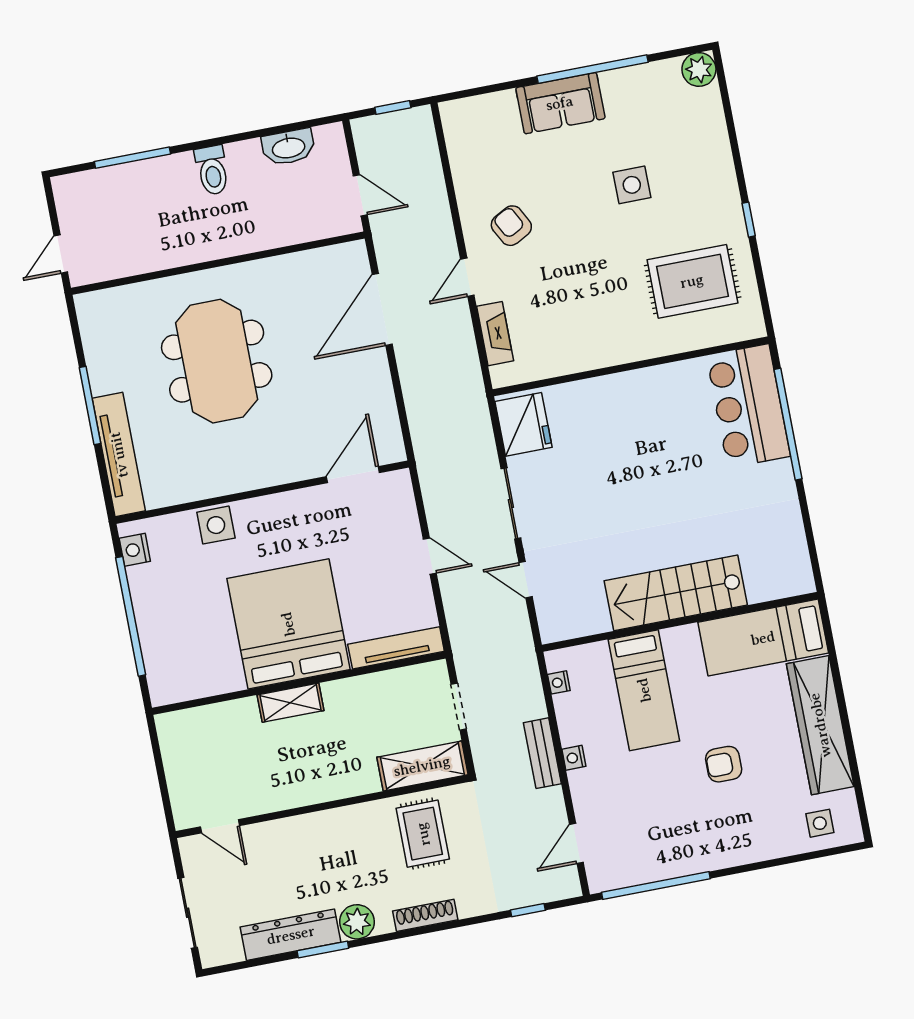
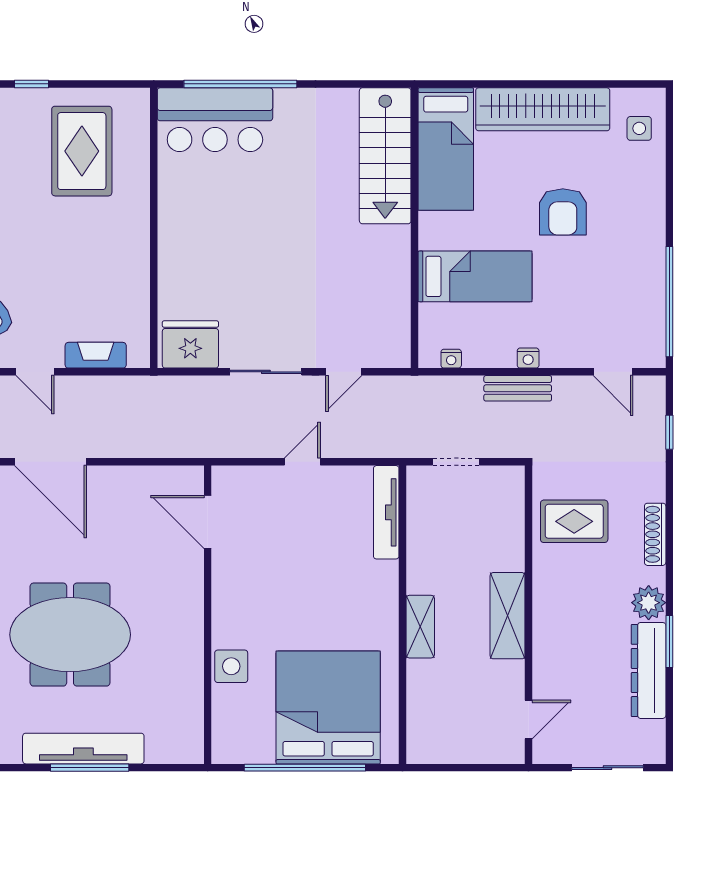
tv unit: (119, 455) -> (83, 749), moved
nightstand: (135, 550) -> (240, 751), removed
stairs: (676, 593) -> (385, 156), moved
bed: (288, 624) -> (328, 707), moved, turned 90
armchair: (724, 764) -> (563, 212), width x1.38, depth x1.38
shelving: (422, 766) -> (508, 616), moved

